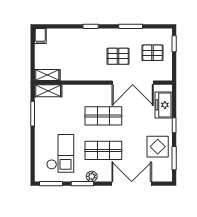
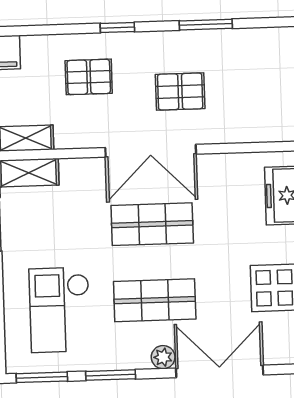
pallet: (152, 53) -> (89, 77), moved
double door: (133, 83) -> (151, 151), moved
checkout: (60, 153) -> (60, 310), turned 180
plant: (92, 176) -> (163, 357), moved

